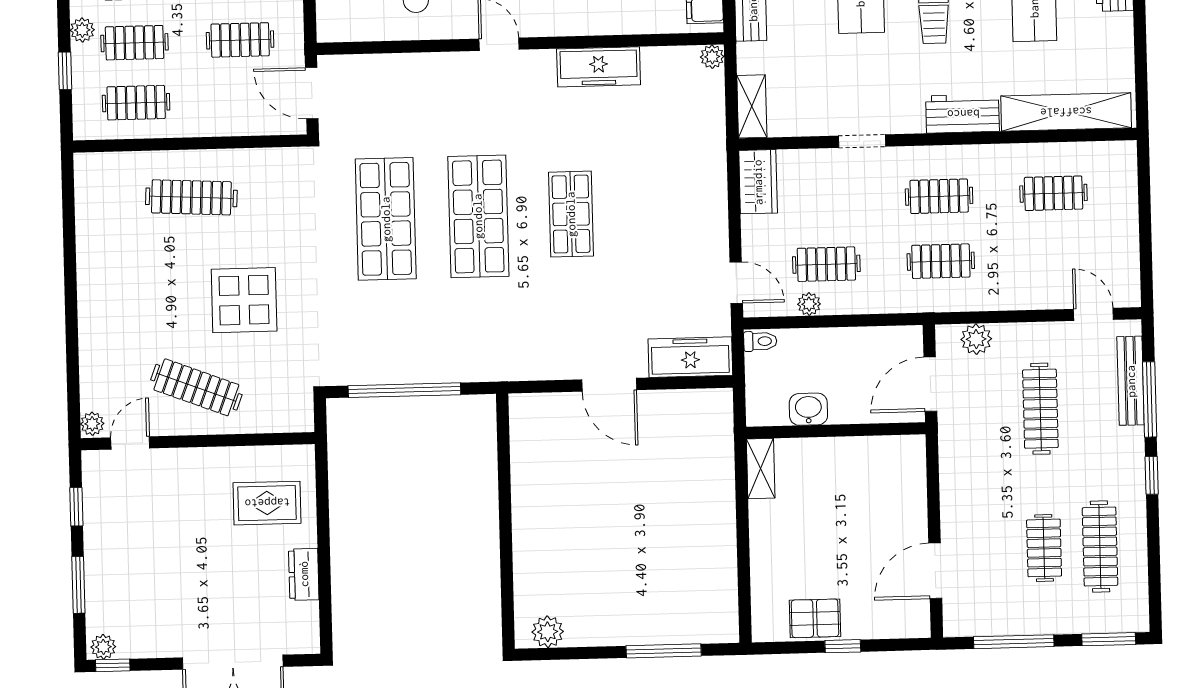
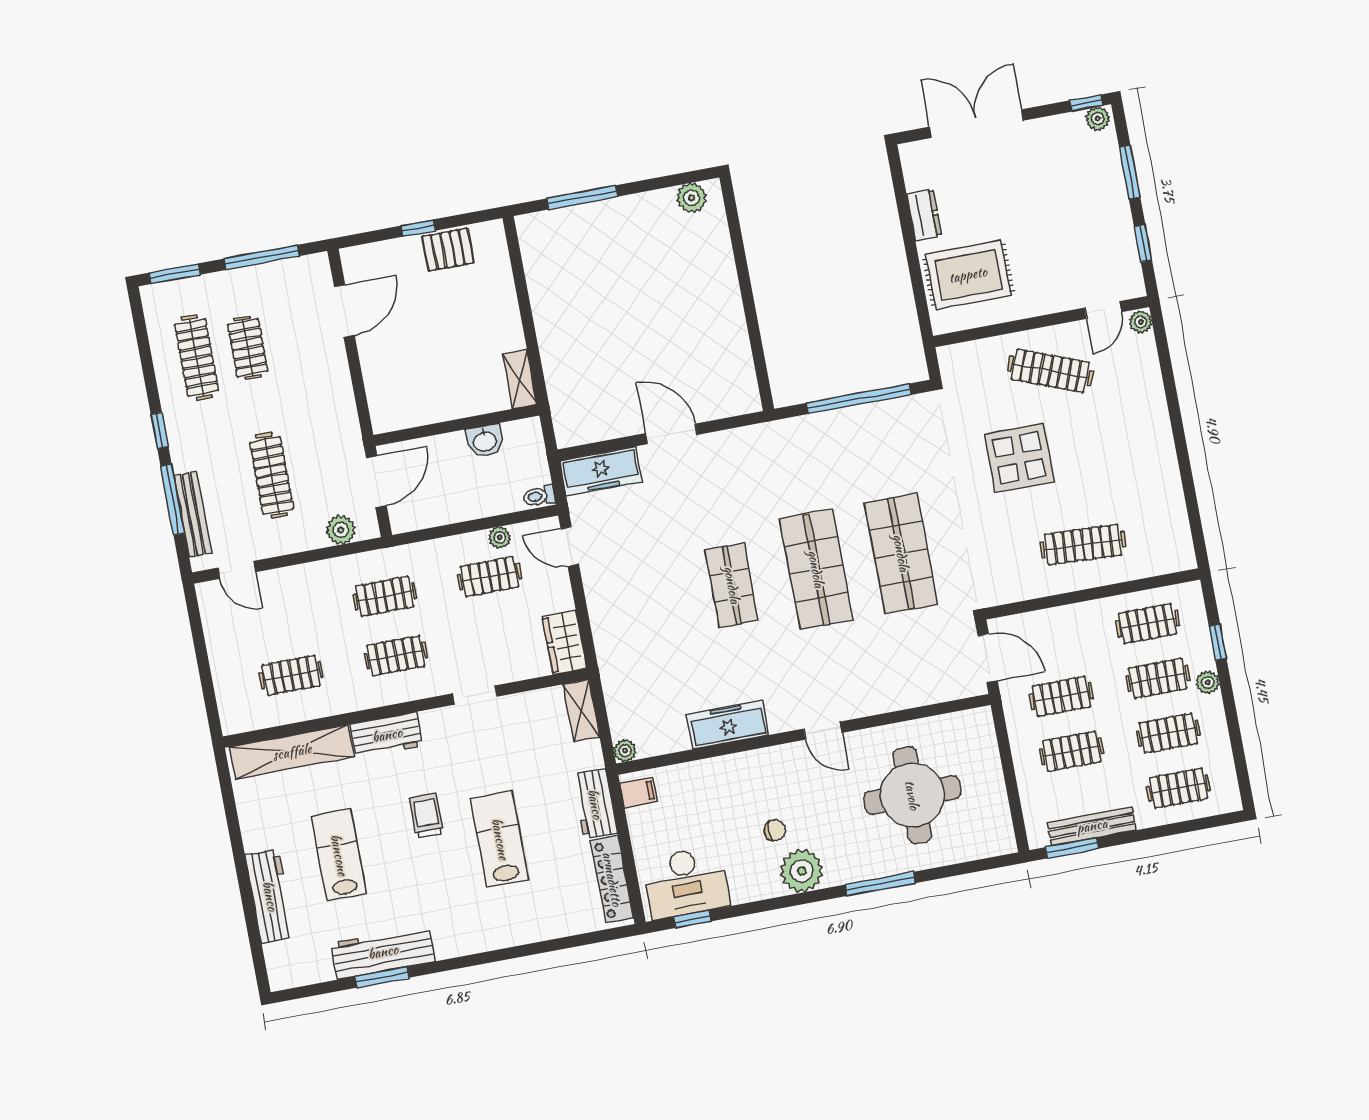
rug: (267, 503) -> (968, 275), width x1.36, depth x1.43

